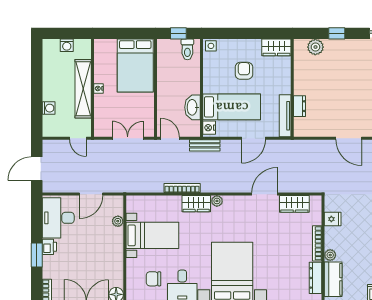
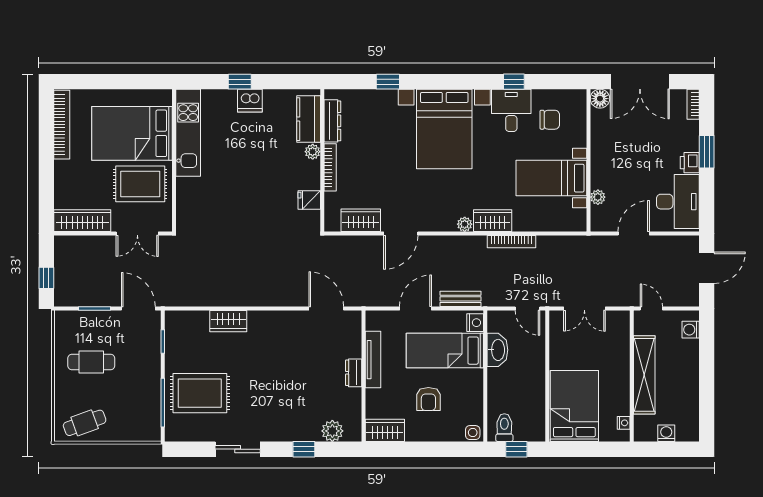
nightstand: (99, 88) -> (624, 423), moved
dresser: (300, 106) -> (354, 373), moved
washing machine: (49, 108) -> (691, 330), moved
tv unit: (285, 116) -> (373, 360), moved
door: (349, 138) -> (326, 309), moved
bench: (205, 145) -> (460, 299), moved

